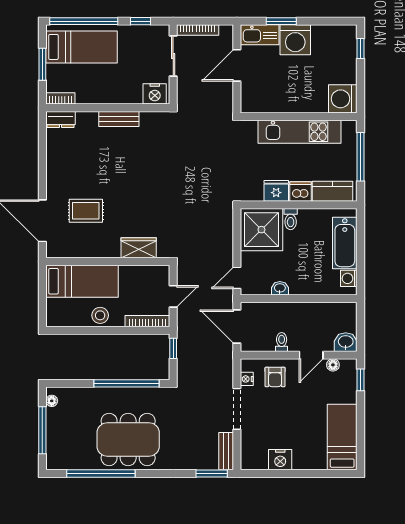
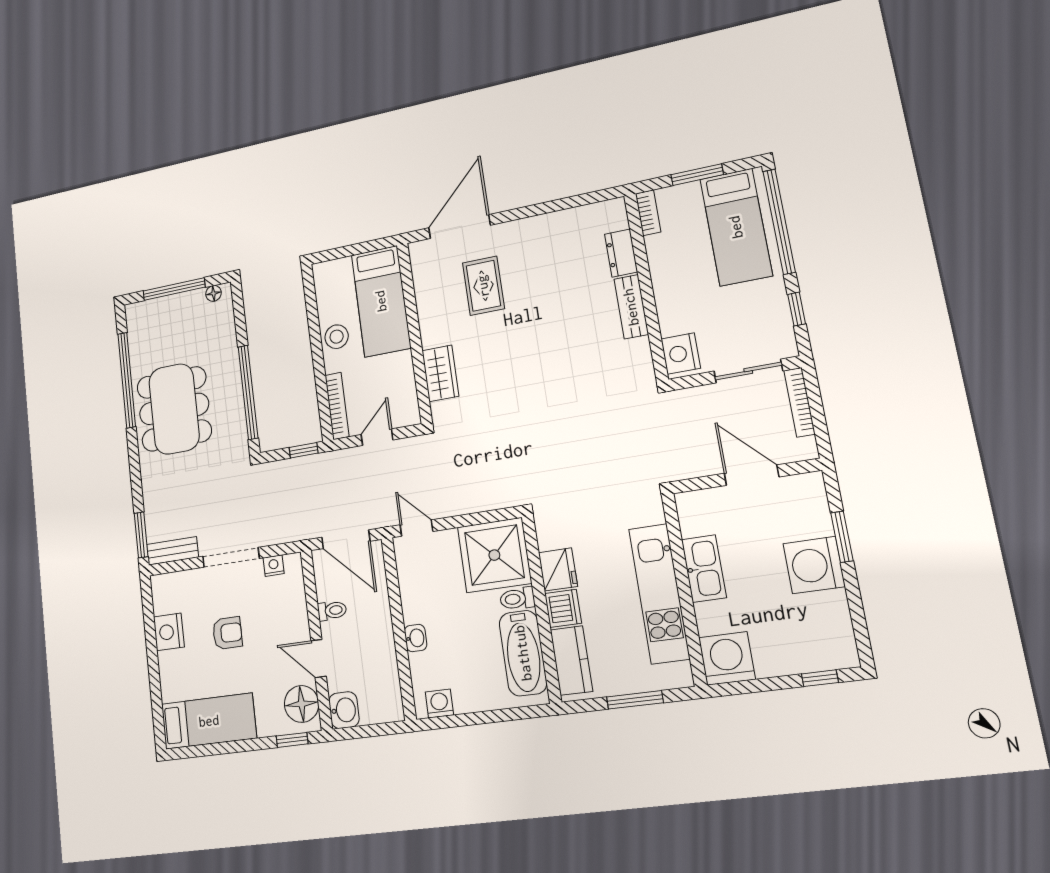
kitchen sink: (260, 35) -> (704, 569), moved, turned 180
dresser: (61, 119) -> (621, 253), moved
window: (360, 157) -> (635, 700), width x0.69
bathtub: (345, 243) -> (523, 653), moved, turned -90
washbasin: (280, 288) -> (416, 638), moved
door: (173, 296) -> (377, 437), swing flipped
door: (237, 327) -> (346, 539), swing flipped
floor lamp: (333, 365) -> (302, 704), width x1.89, depth x1.89
armchair: (275, 377) -> (227, 633), moved, turned 180

